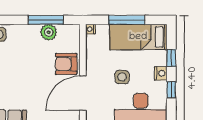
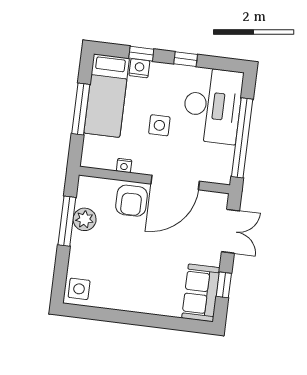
nightstand: (90, 29) -> (124, 166), moved
nightstand: (161, 73) -> (139, 68), moved
door: (83, 93) -> (175, 183), hinge flipped

